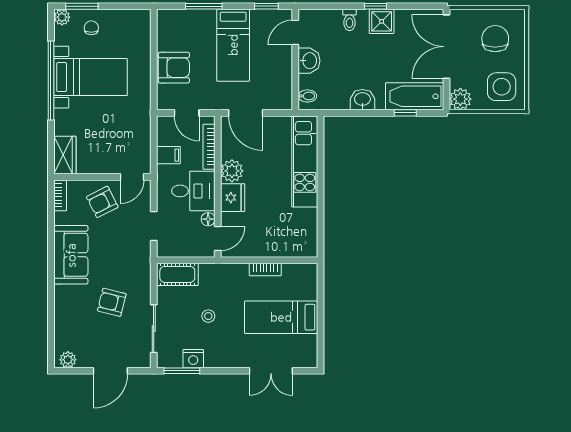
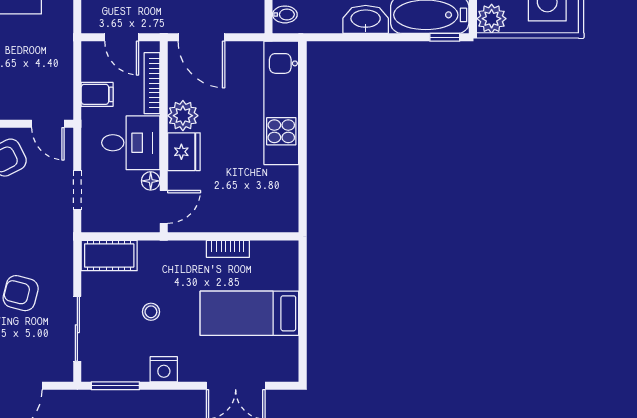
washbasin: (362, 100) -> (366, 19), width x1.38
window: (405, 113) -> (445, 37), moved
door: (132, 177) -> (48, 124), hinge flipped
nightstand: (193, 359) -> (164, 369), moved

